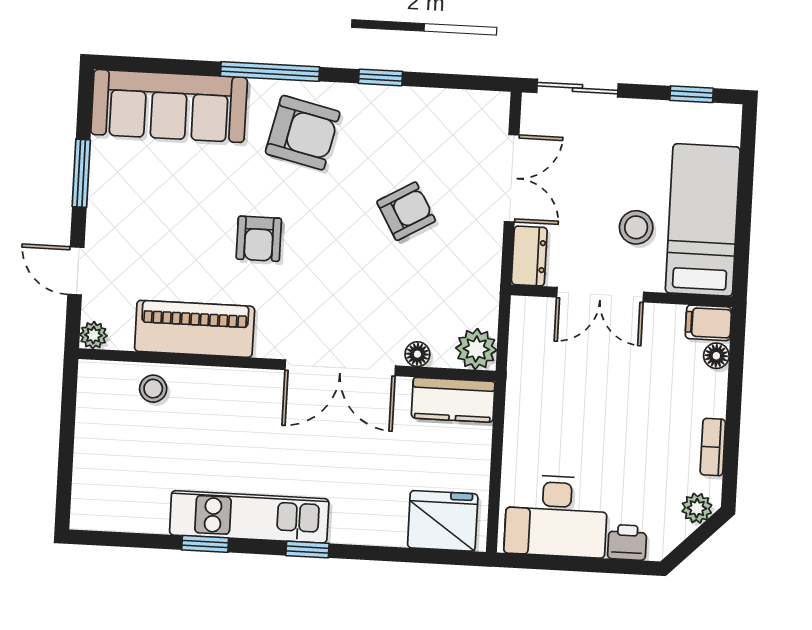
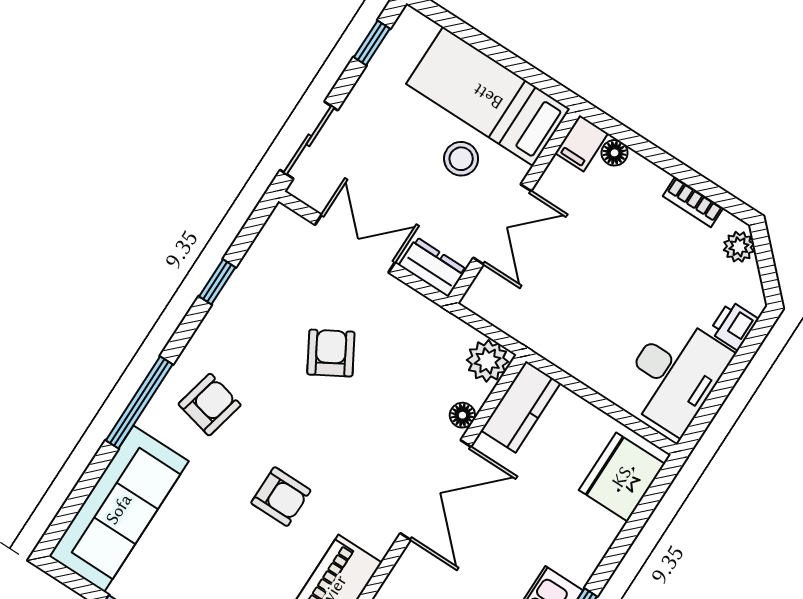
window: (380, 77) -> (217, 282), moved
armchair: (303, 133) -> (210, 405), width x0.72, depth x0.72

